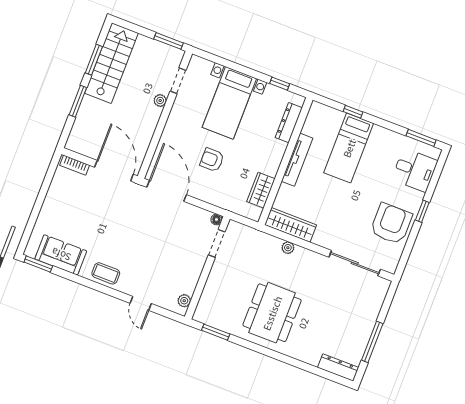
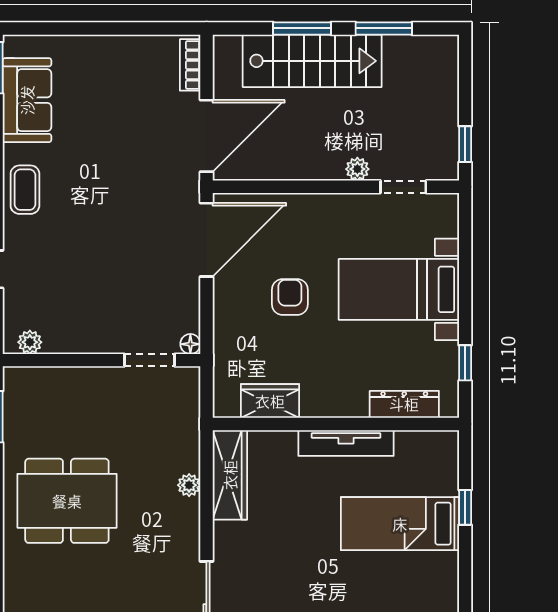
window: (168, 41) -> (465, 144), width x0.67
stairs: (111, 63) -> (312, 61), moved

